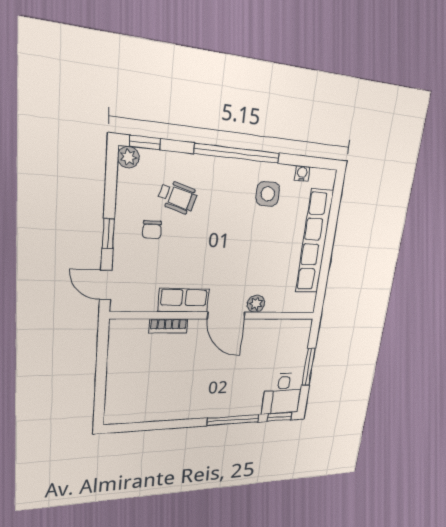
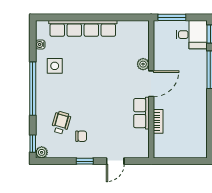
row of seats: (184, 300) -> (141, 113), moved
plant: (256, 304) -> (143, 64), moved
wall: (218, 315) -> (151, 89), moved
door: (226, 316) -> (151, 84), moved
bookcase: (168, 326) -> (158, 121), moved

